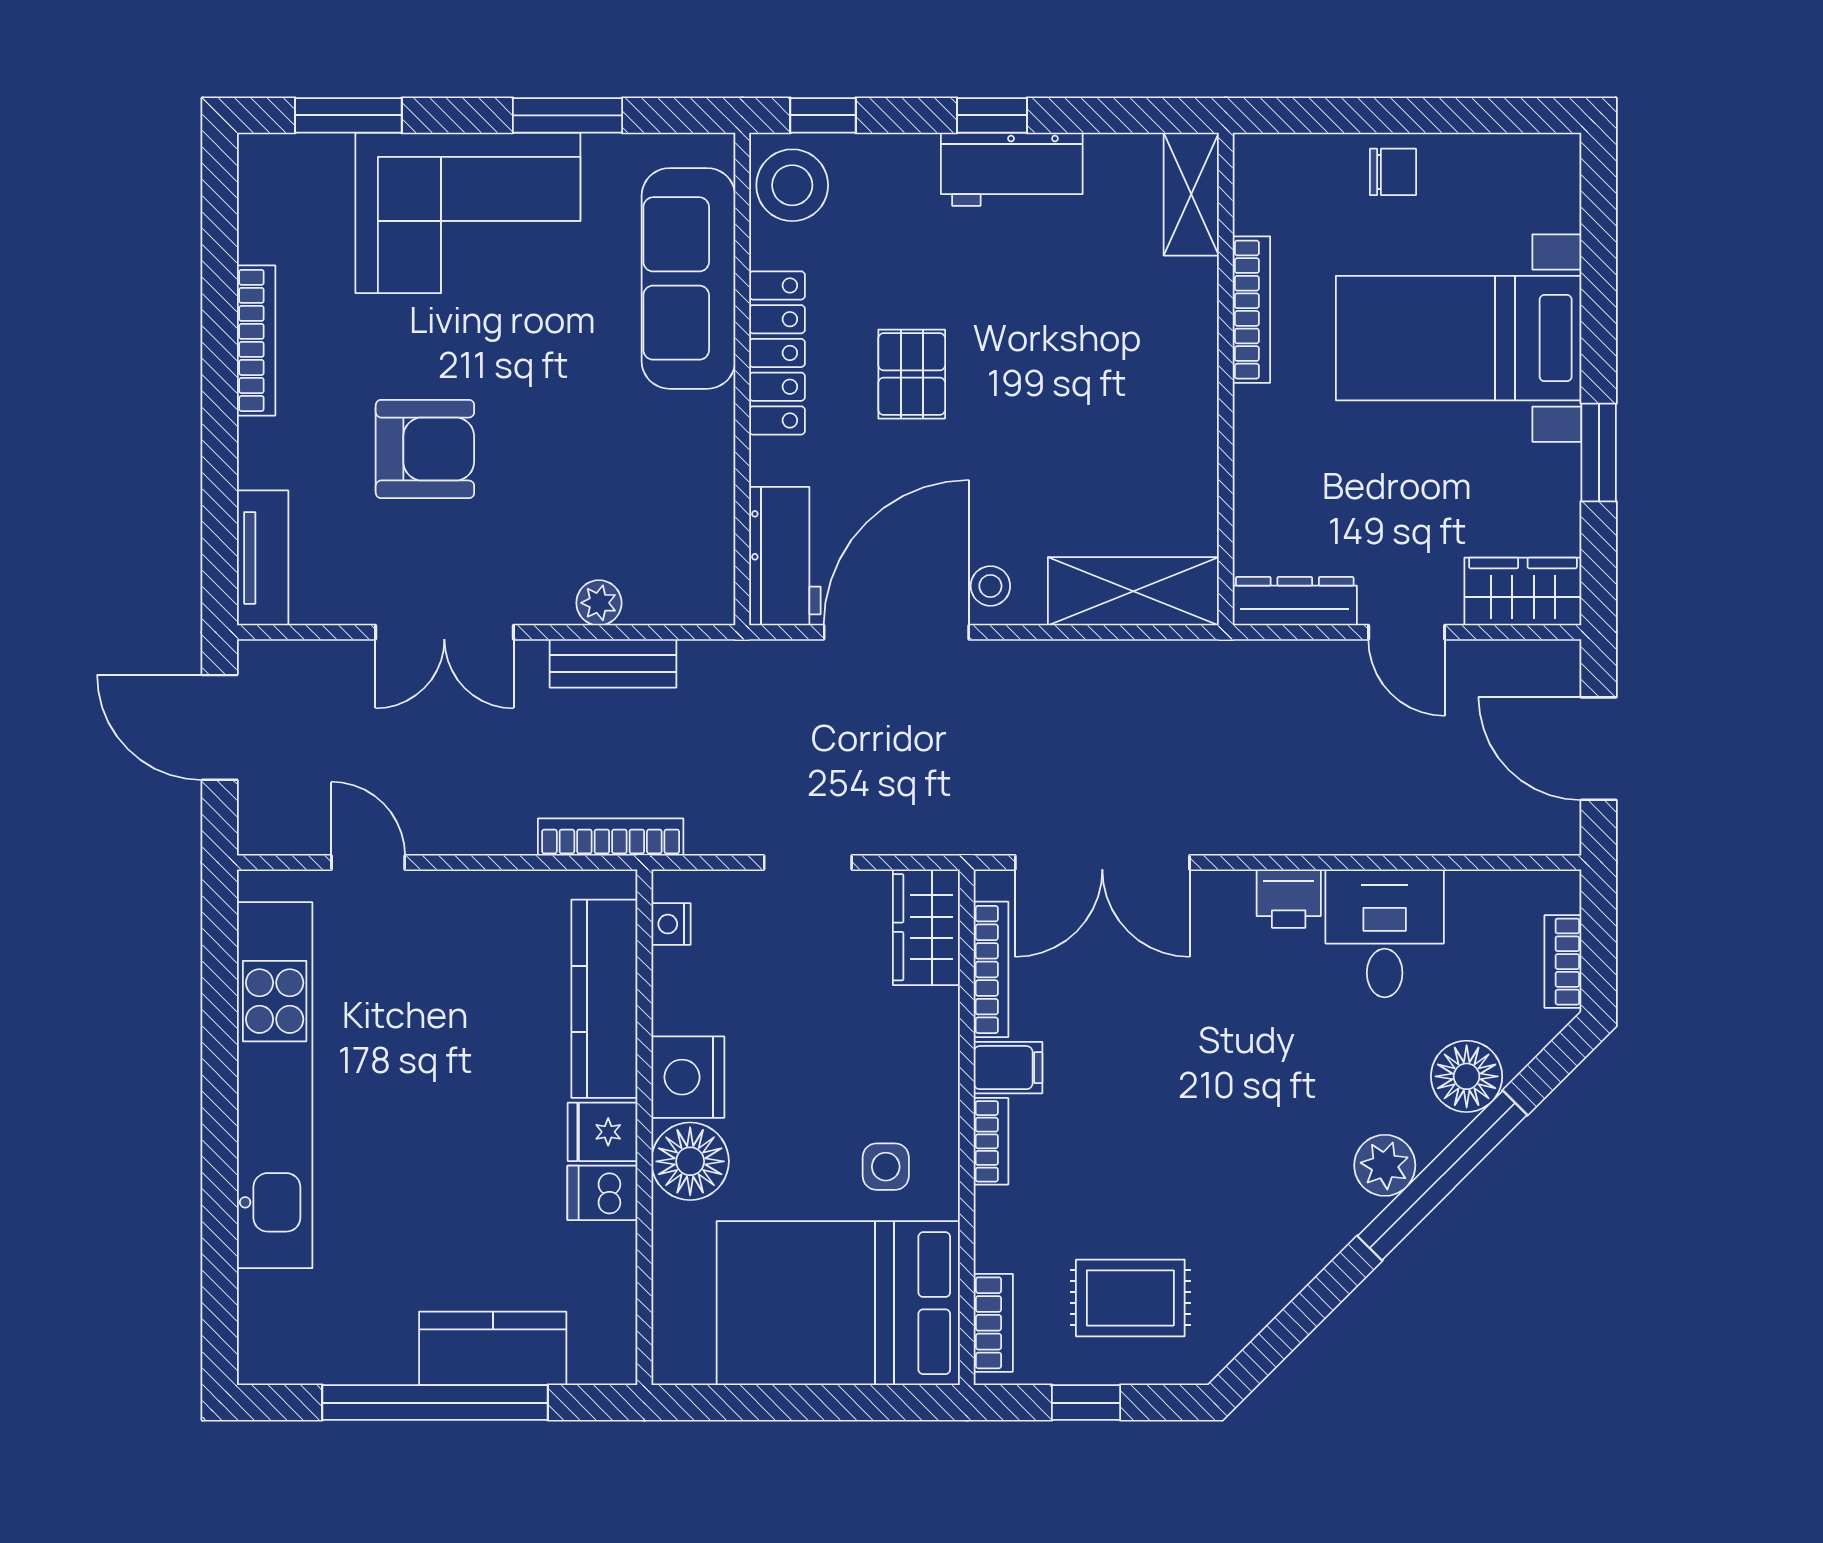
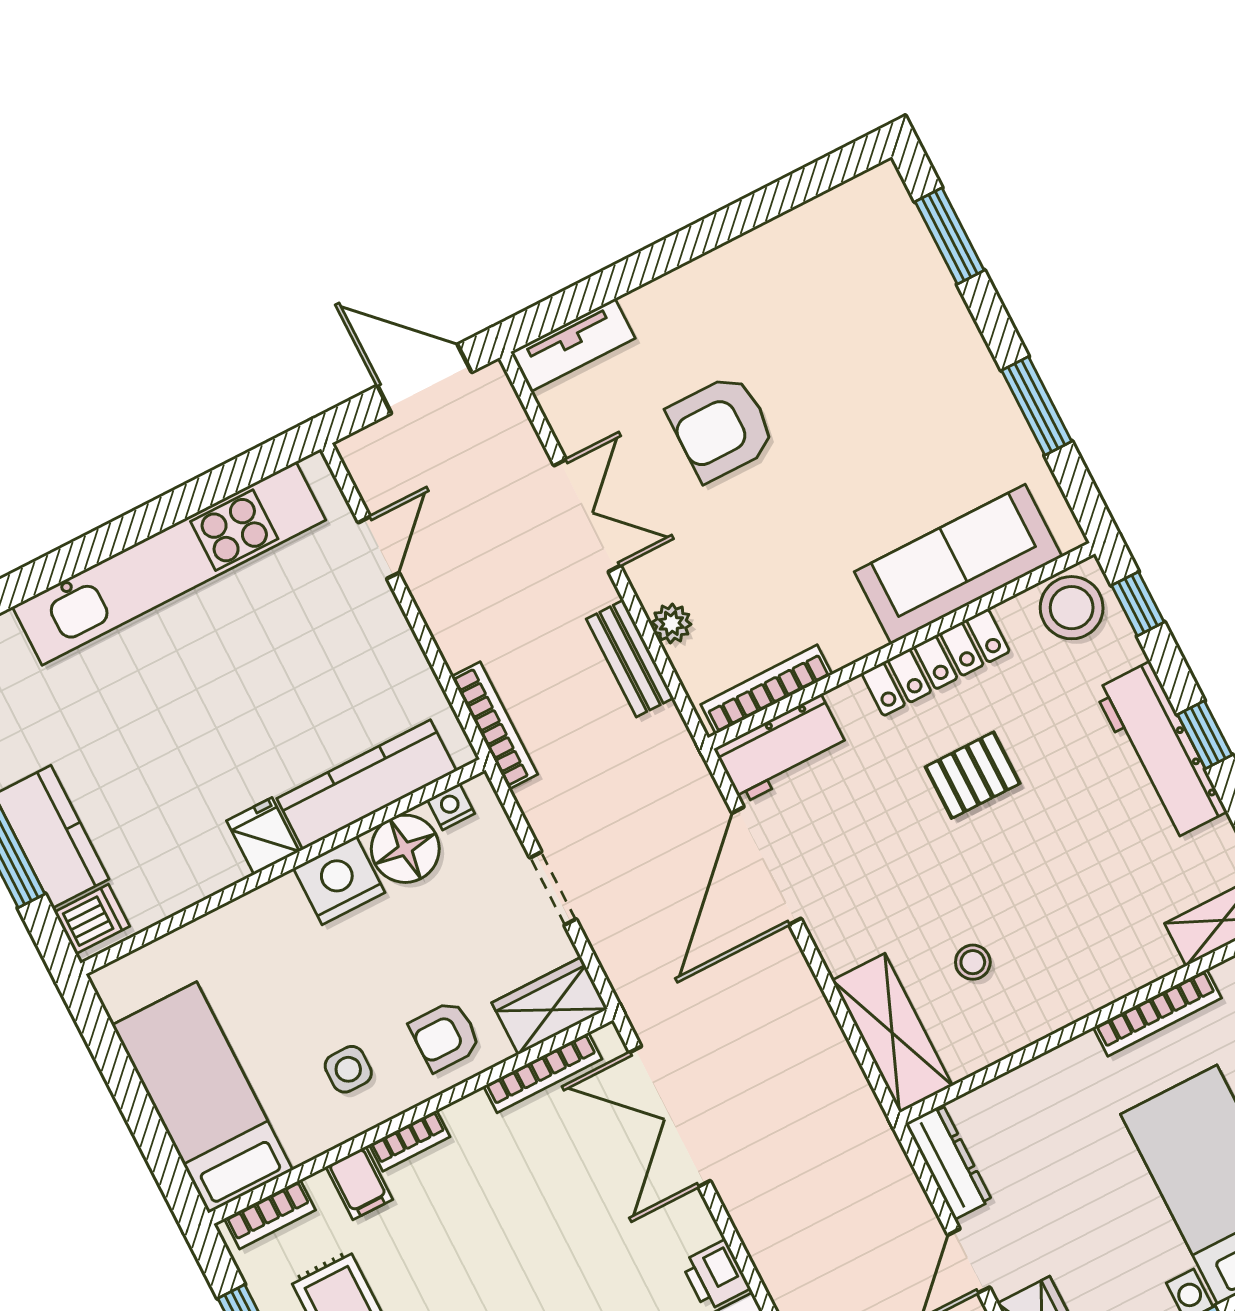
workbench: (1012, 169) -> (1160, 751), width x1.37
corner sofa: (468, 213) -> (922, 367), removed
bookcase: (256, 340) -> (766, 689), moved, turned 180
armchair: (425, 449) -> (722, 428), turned 90
stool: (990, 586) -> (973, 962), moved
double door: (444, 632) -> (587, 516), swing flipped
door: (896, 632) -> (766, 866), swing flipped
door: (220, 727) -> (424, 379), hinge flipped
armchair: (902, 1050) -> (445, 1036), added
filing cabinet: (1008, 1068) -> (359, 1183), moved
floor lamp: (690, 1161) -> (405, 849), moved
dishwasher: (602, 1193) -> (92, 919), moved, turned 90
bed: (838, 1303) -> (202, 1097), width x0.67

